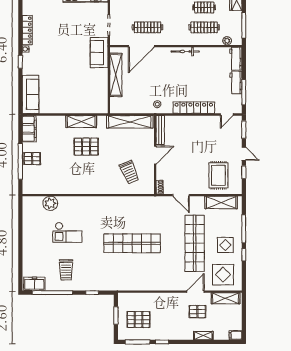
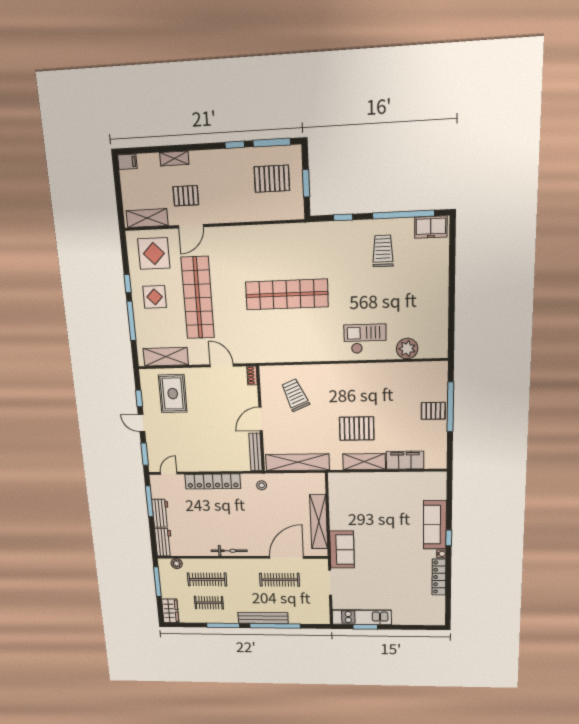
sofa: (30, 94) -> (435, 525), moved
filing cabinet: (29, 129) -> (405, 460), moved, turned 90
checkout: (67, 232) -> (365, 339), moved

